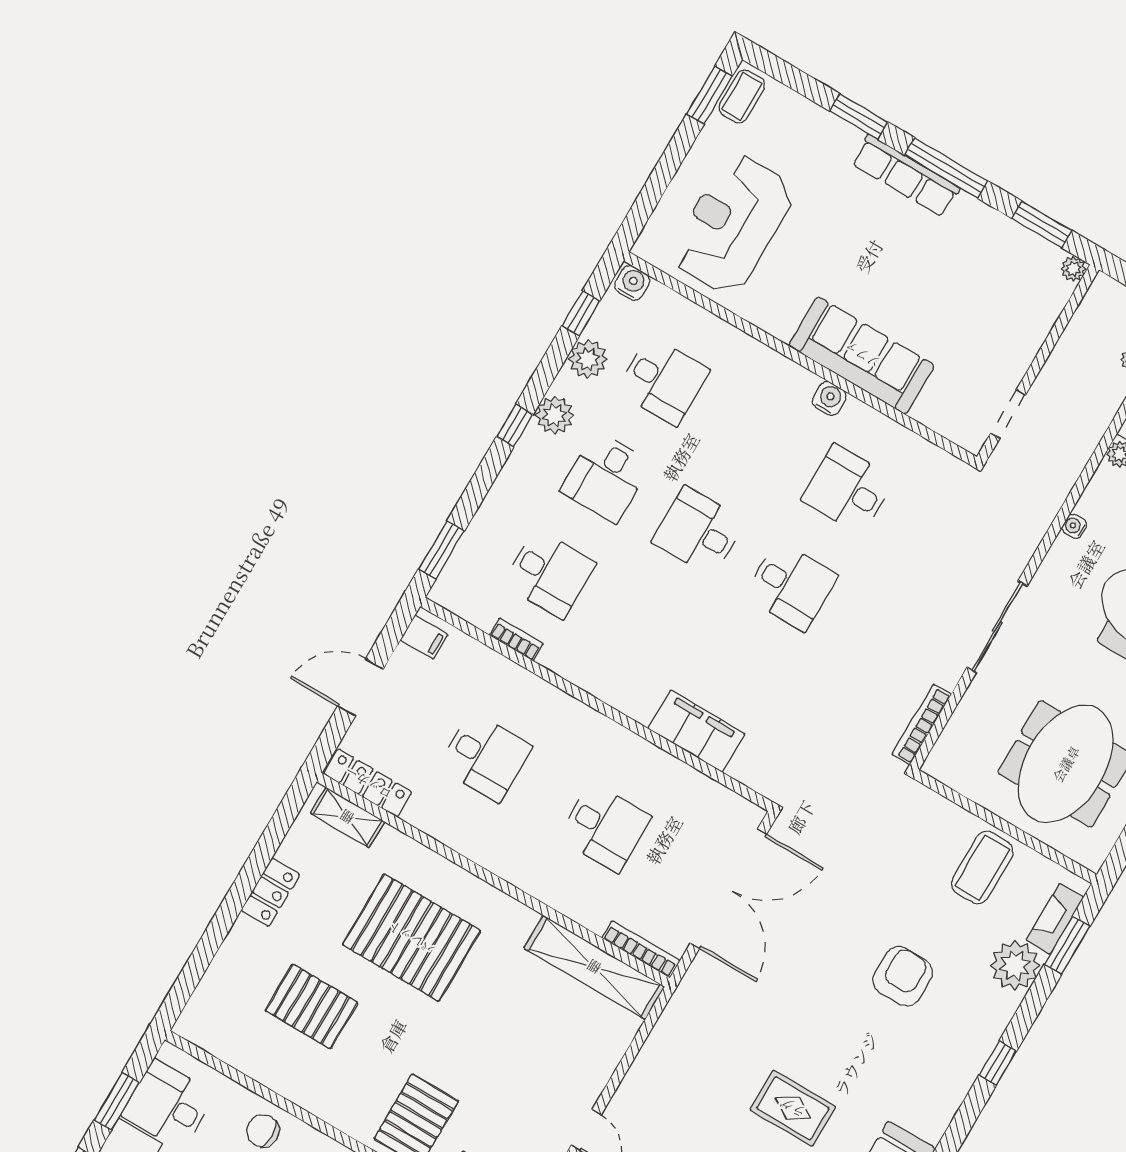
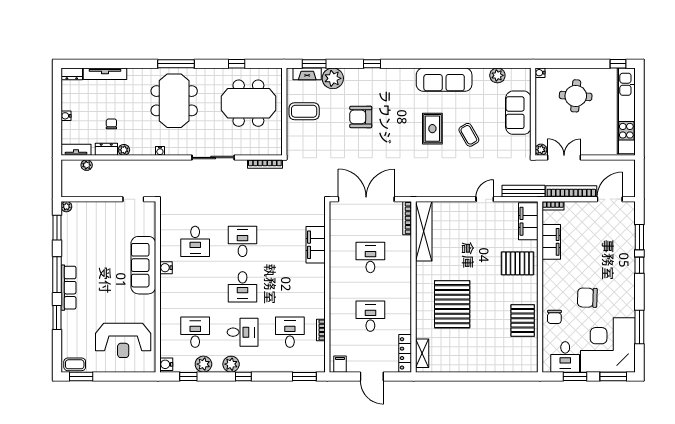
locker: (270, 892) -> (466, 365), removed
pallet: (311, 1007) -> (523, 321), moved

